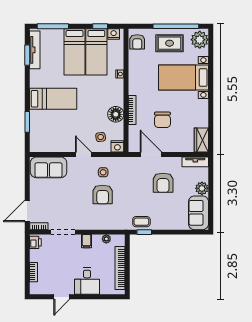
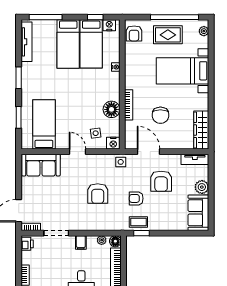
plant: (200, 40) -> (204, 31), width x0.53, depth x0.53
window: (27, 55) -> (19, 78), moved
bed: (53, 99) -> (44, 124), moved, turned -90
wardrobe: (201, 140) -> (201, 130), width x1.50
side table: (103, 172) -> (121, 162), moved
armchair: (139, 199) -> (136, 198), added
floor lamp: (119, 240) -> (115, 241), added

